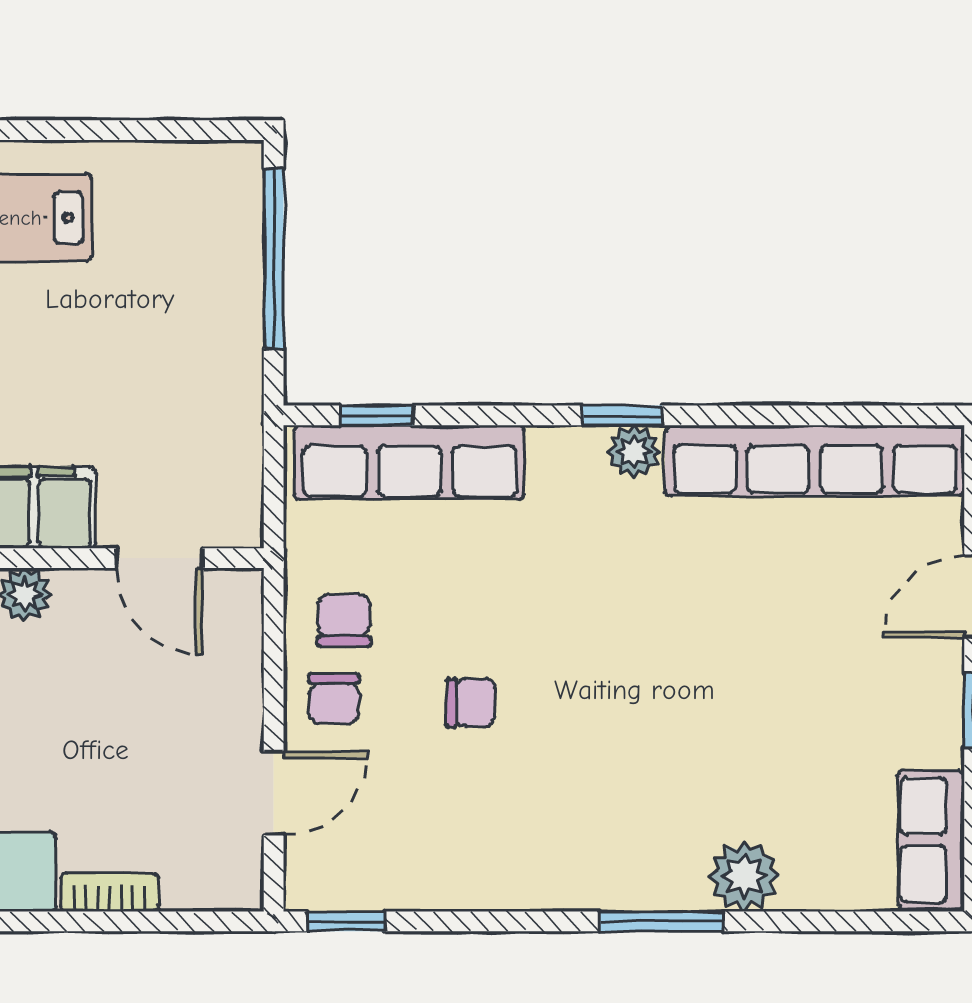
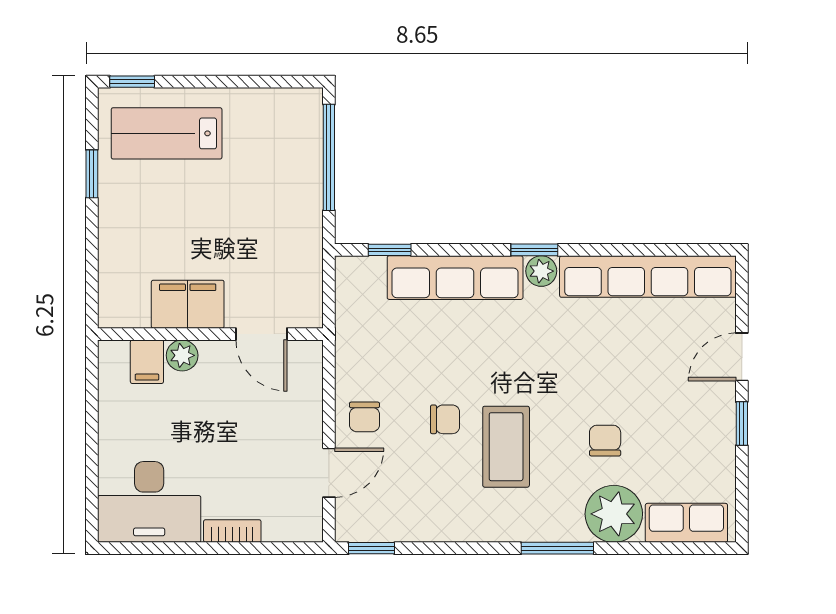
row of seats: (410, 462) -> (455, 278), moved
chair: (344, 620) -> (605, 441), moved
coffee table: (574, 749) -> (506, 447), added
row of seats: (931, 840) -> (686, 523), moved, turned 90
plant: (744, 876) -> (614, 514), width x1.36, depth x1.36

